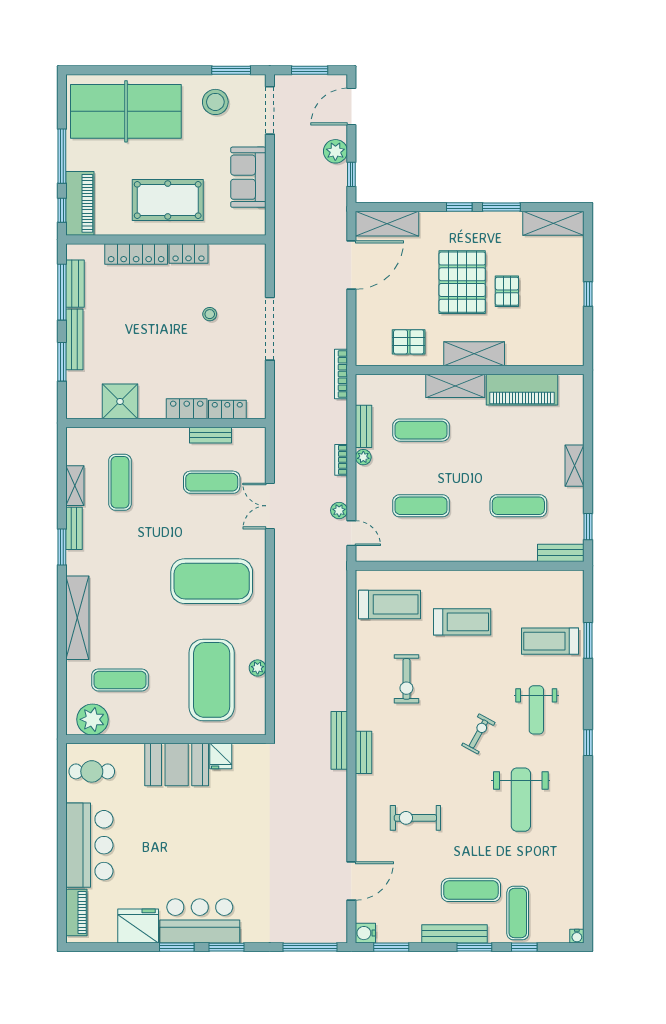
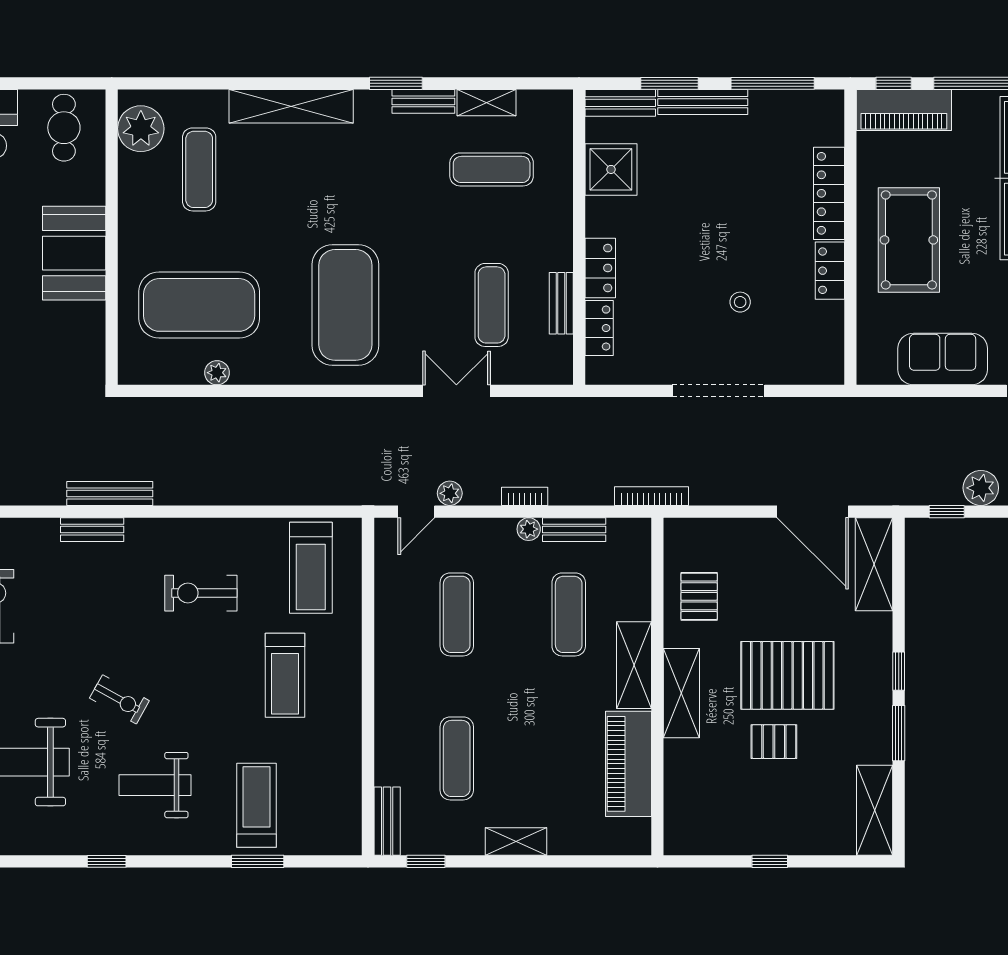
bench: (75, 284) -> (620, 103), moved
fridge: (221, 756) -> (87, 318), removed

